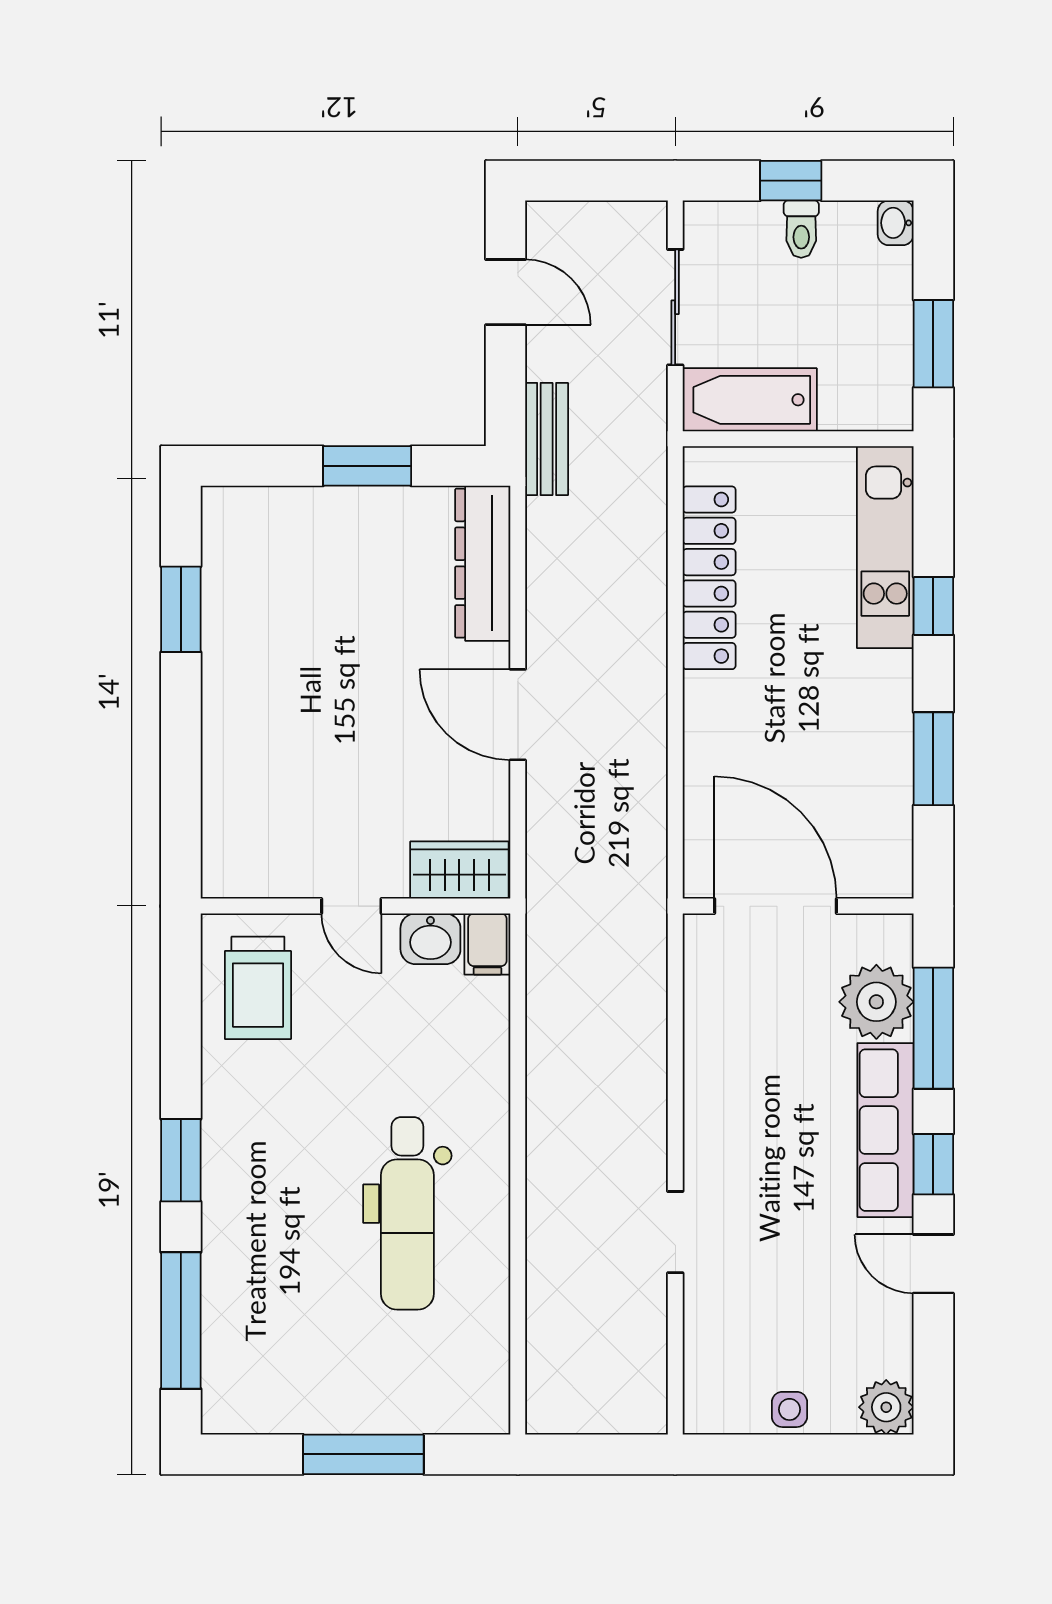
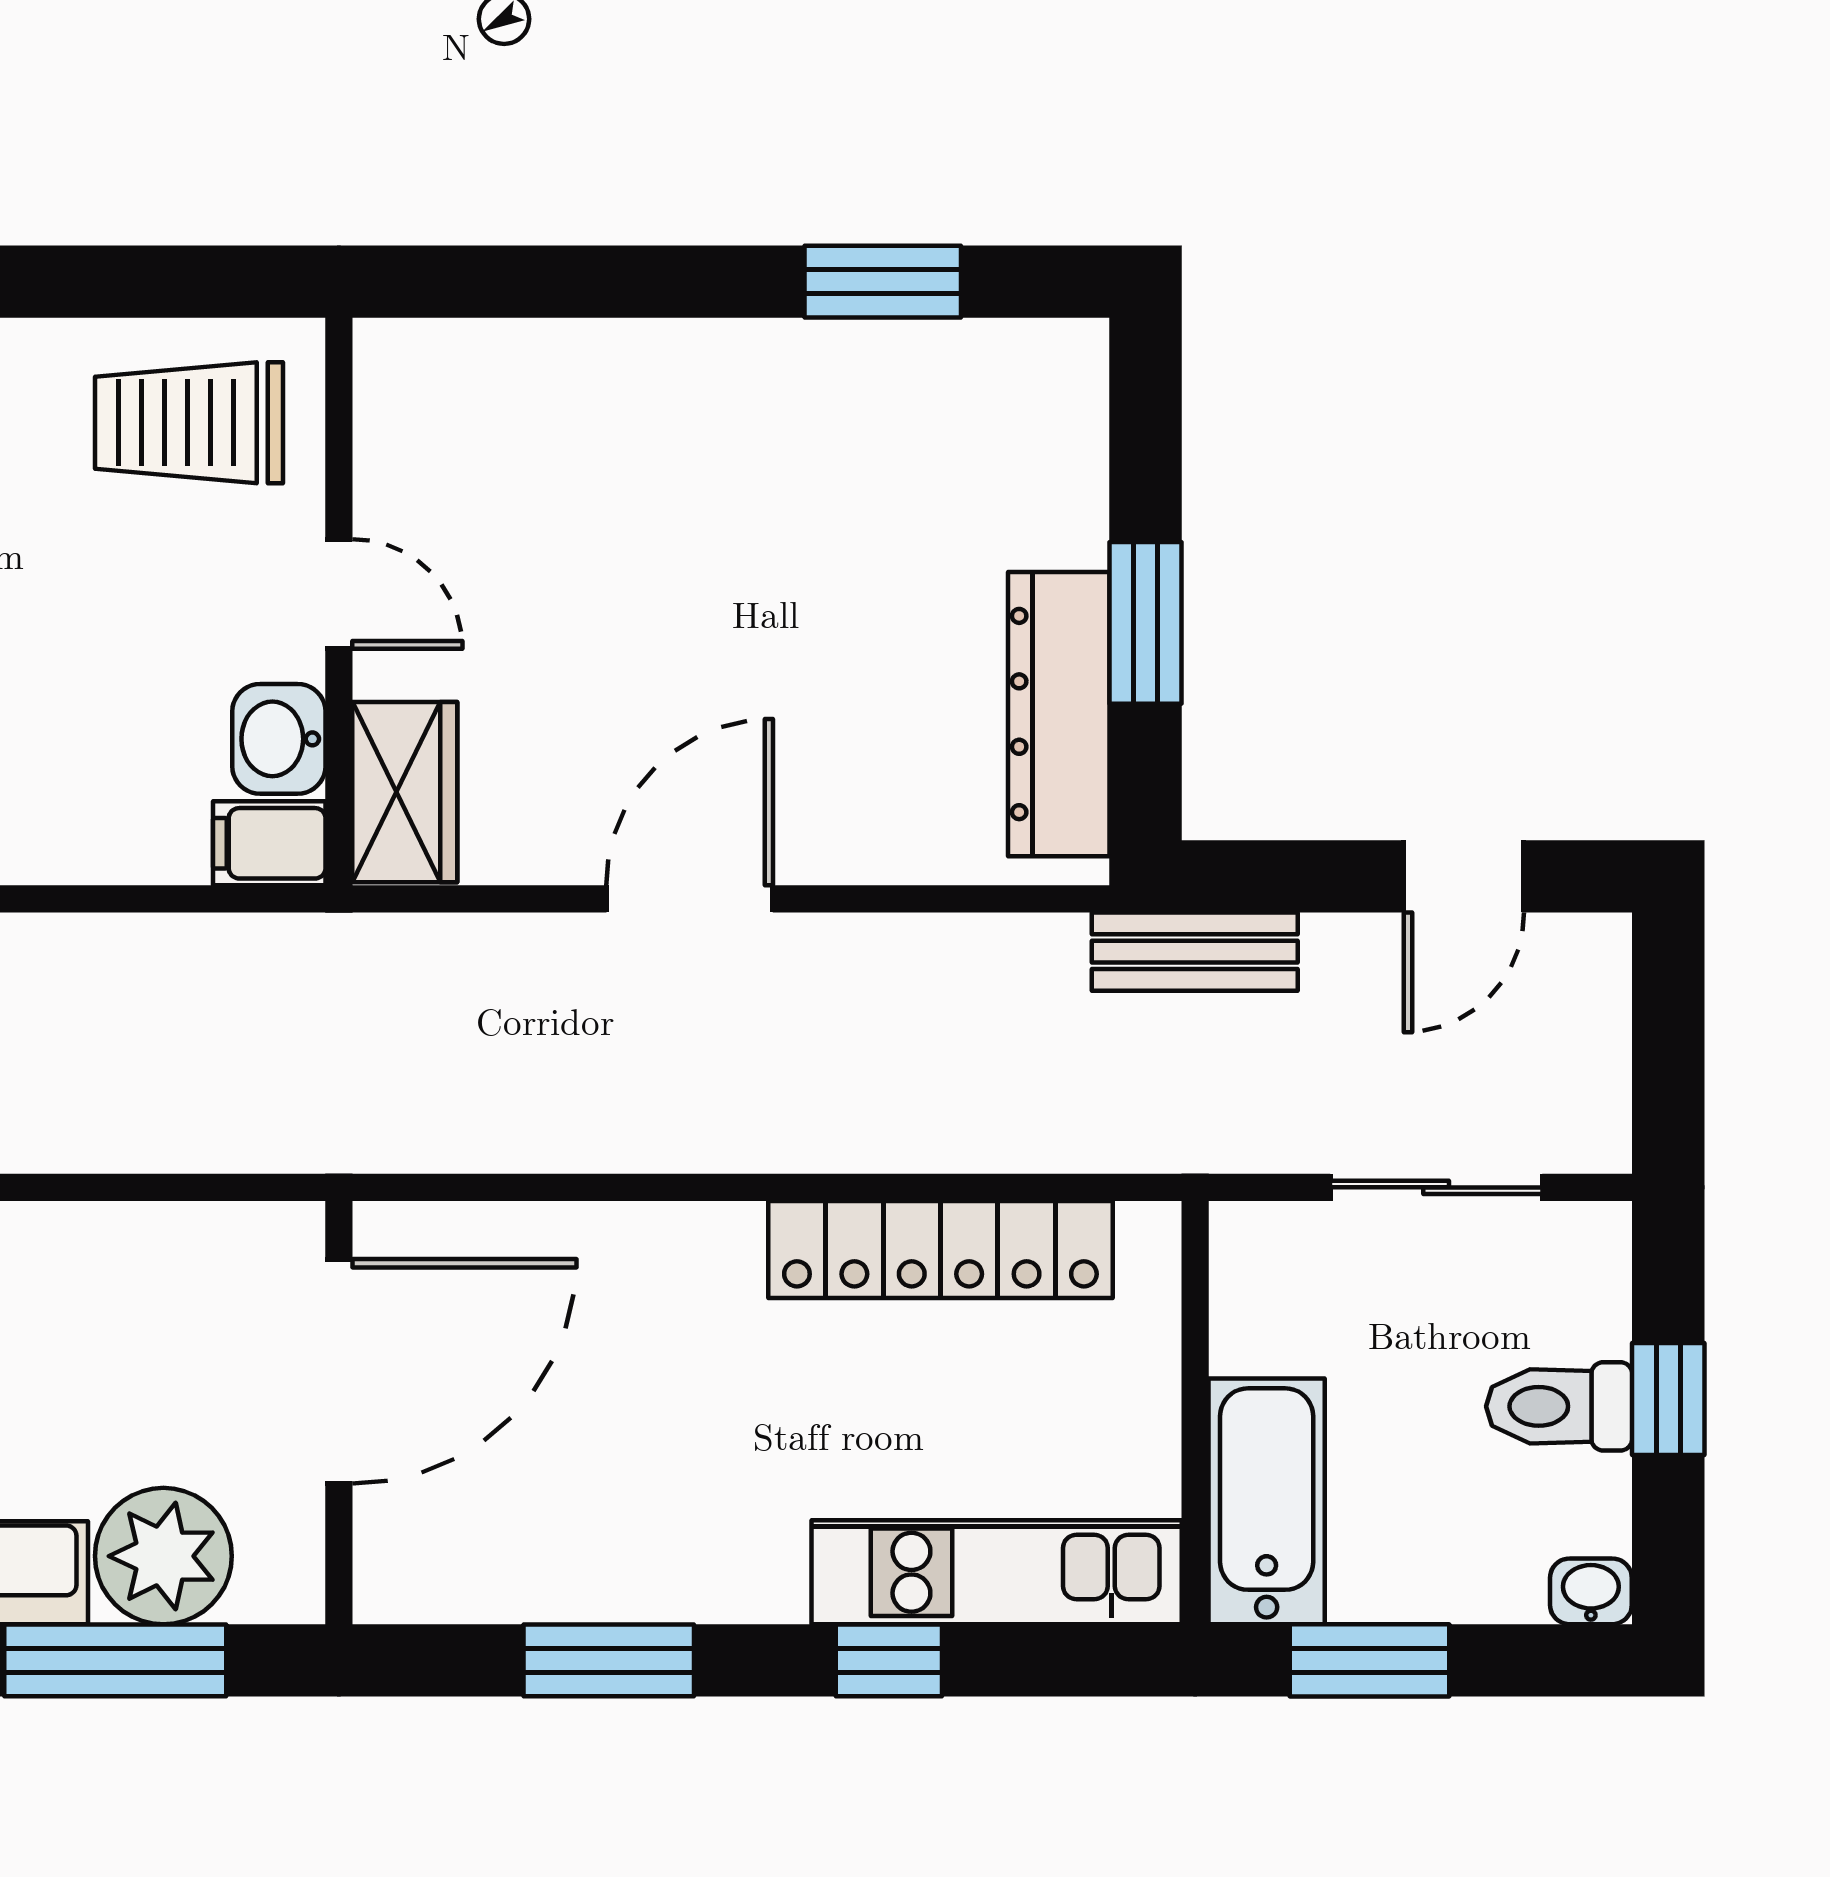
toilet: (801, 229) -> (1559, 1406), width x1.37, depth x1.39
bathtub: (750, 400) -> (1267, 1501), moved
dresser: (483, 563) -> (1059, 714), moved, turned -90
door: (351, 906) -> (339, 594), swing flipped

